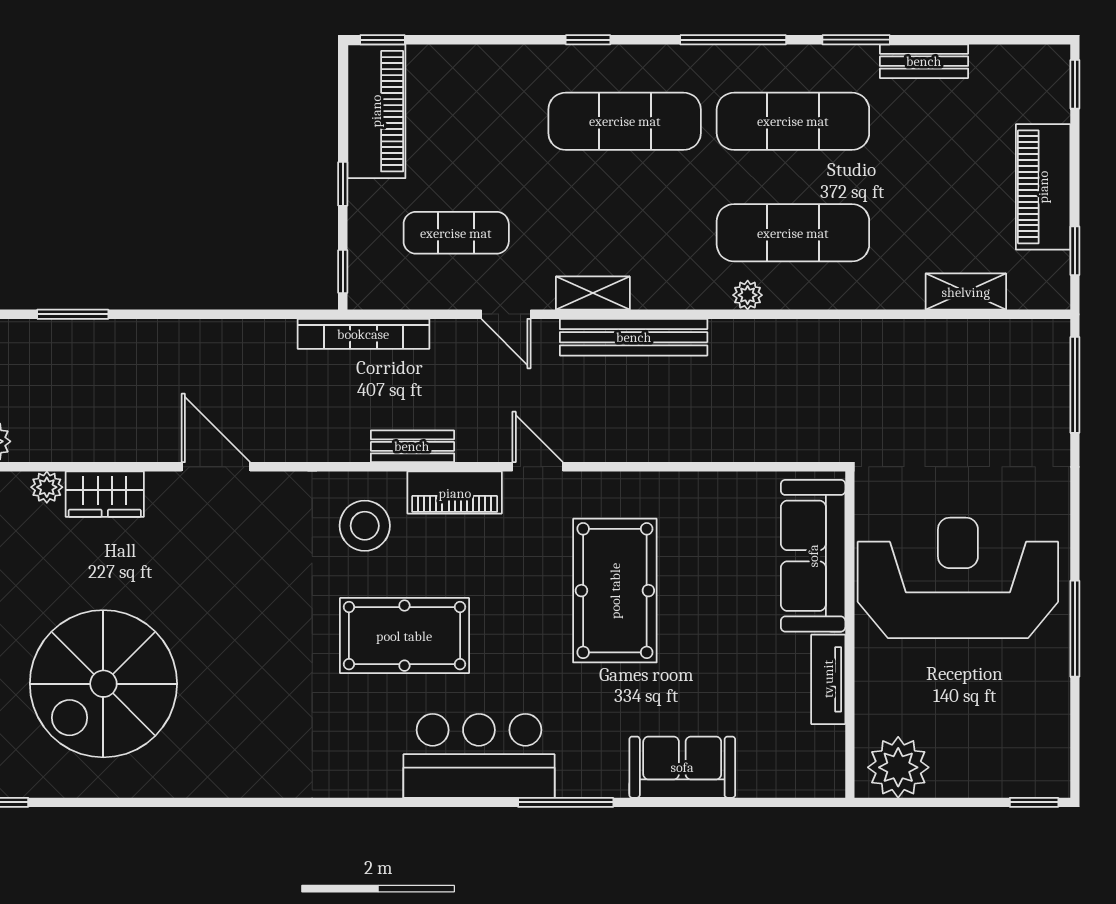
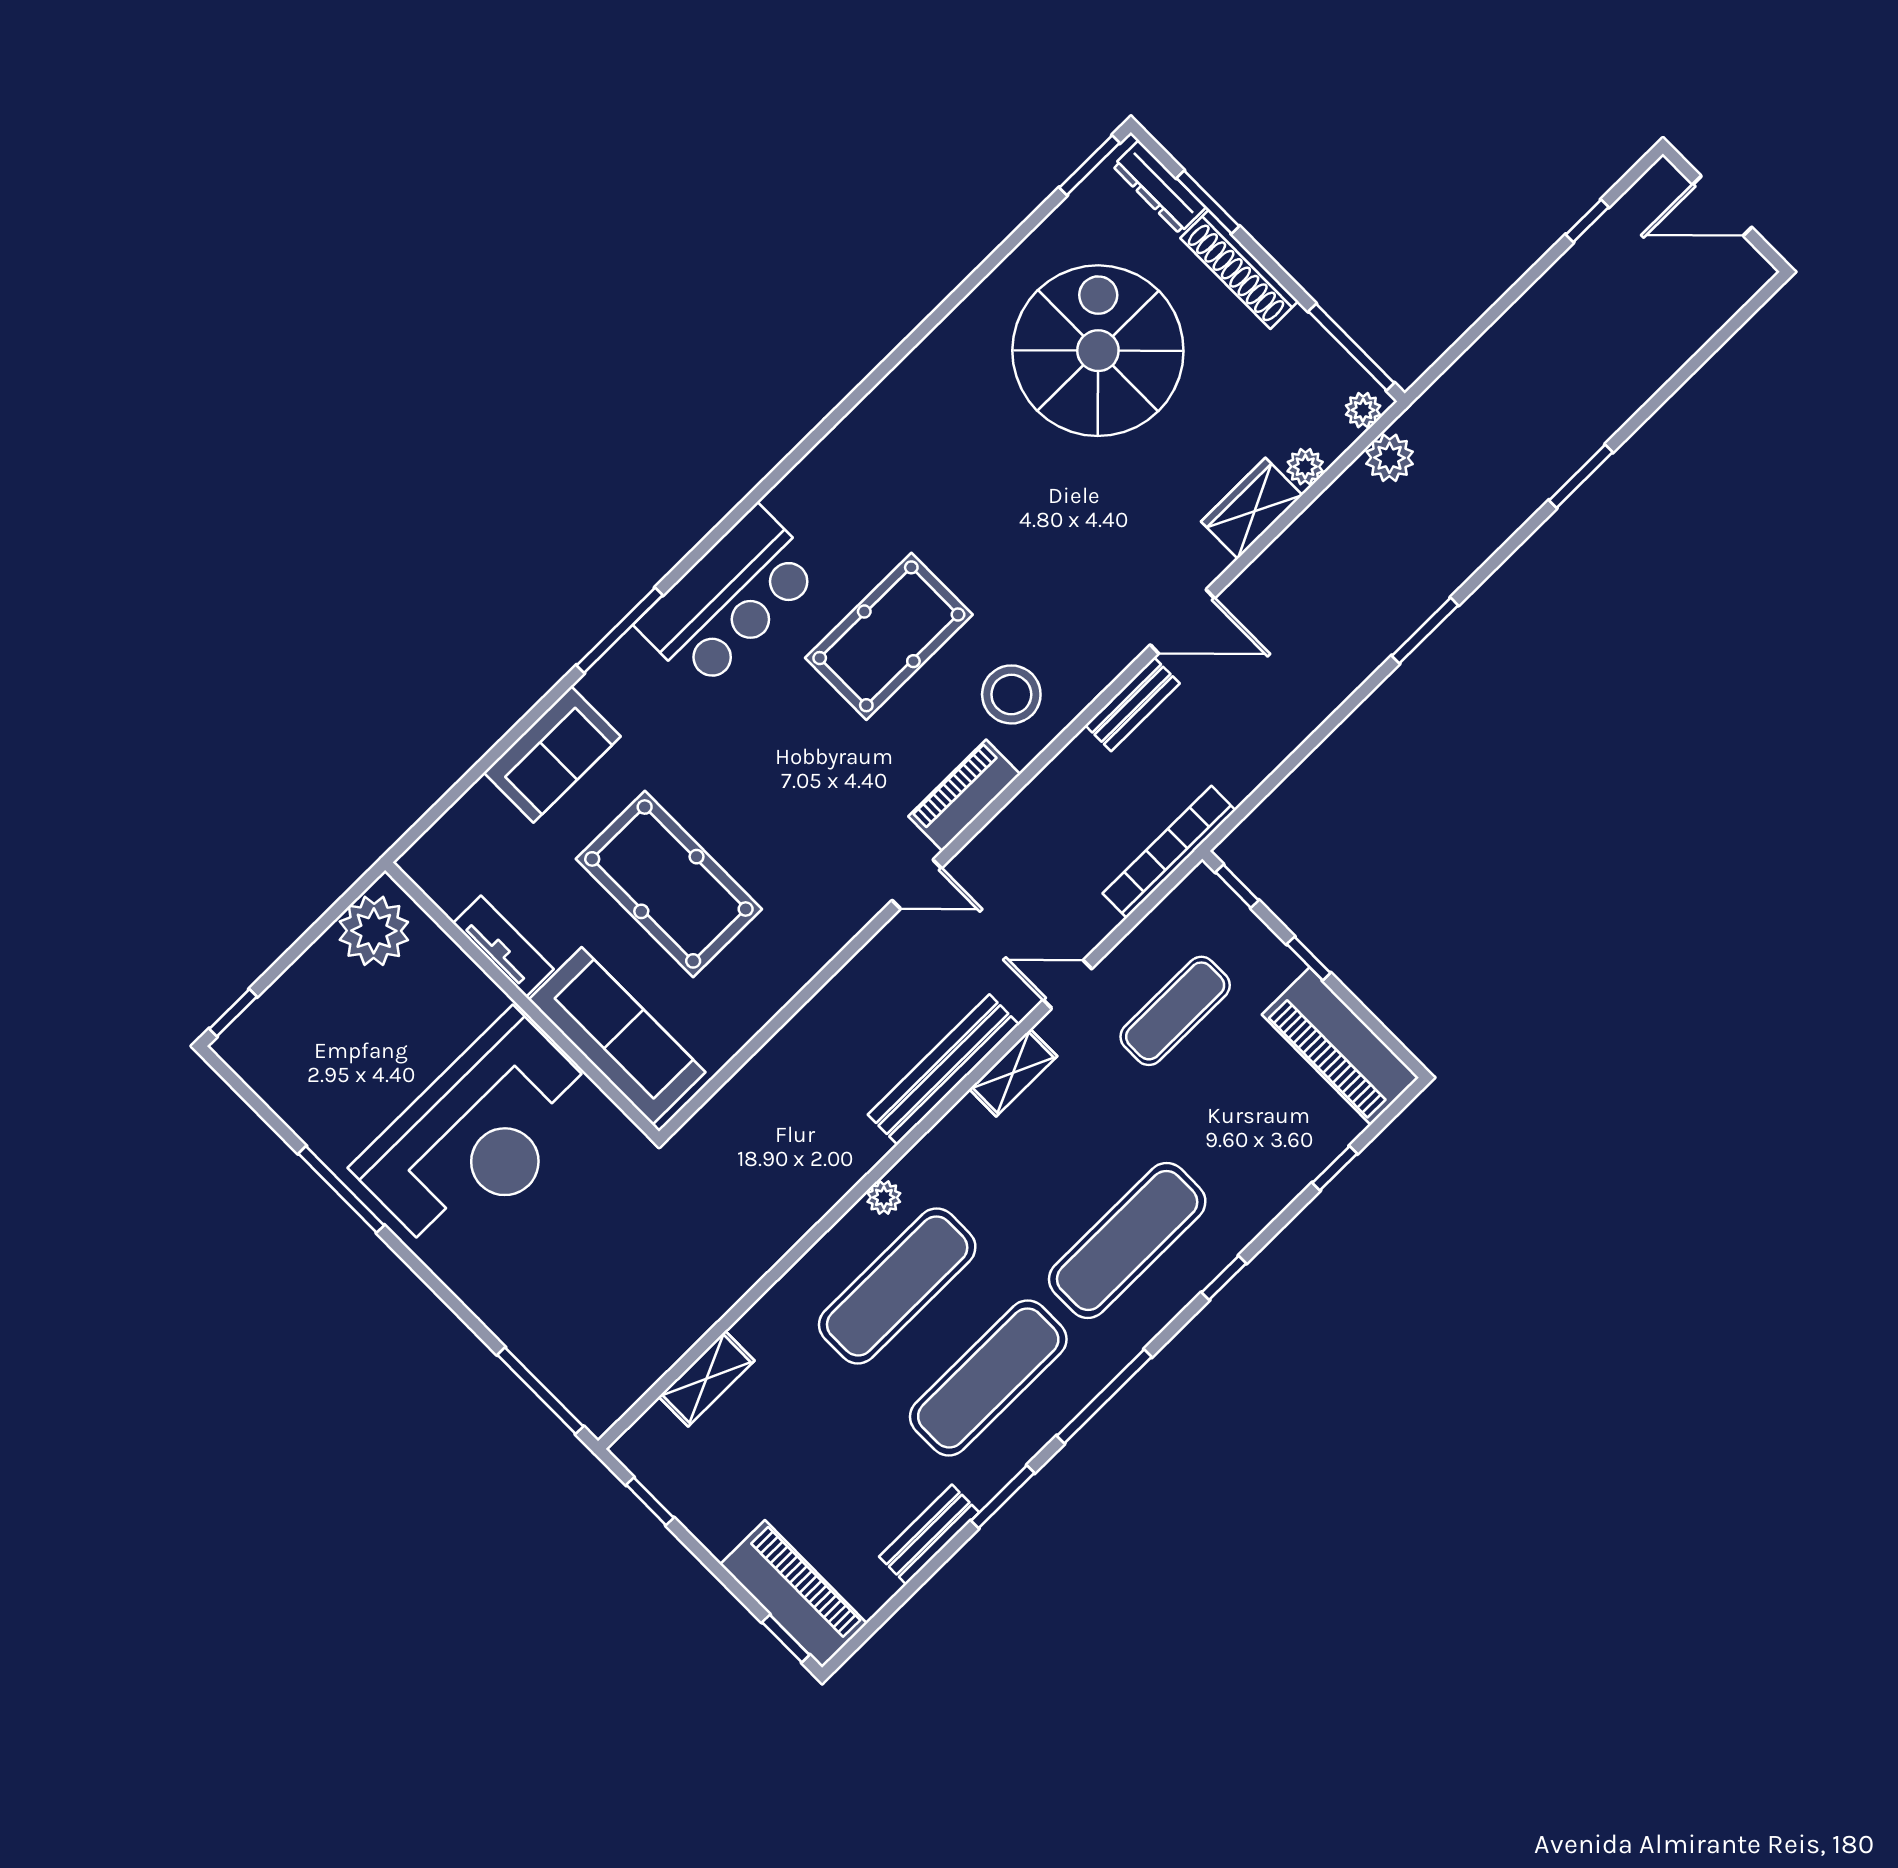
window: (382, 40) -> (1335, 1168), moved
piano: (1043, 187) -> (794, 1594), moved
bench: (412, 446) -> (1132, 704), moved
pool table: (615, 591) -> (669, 884), moved

